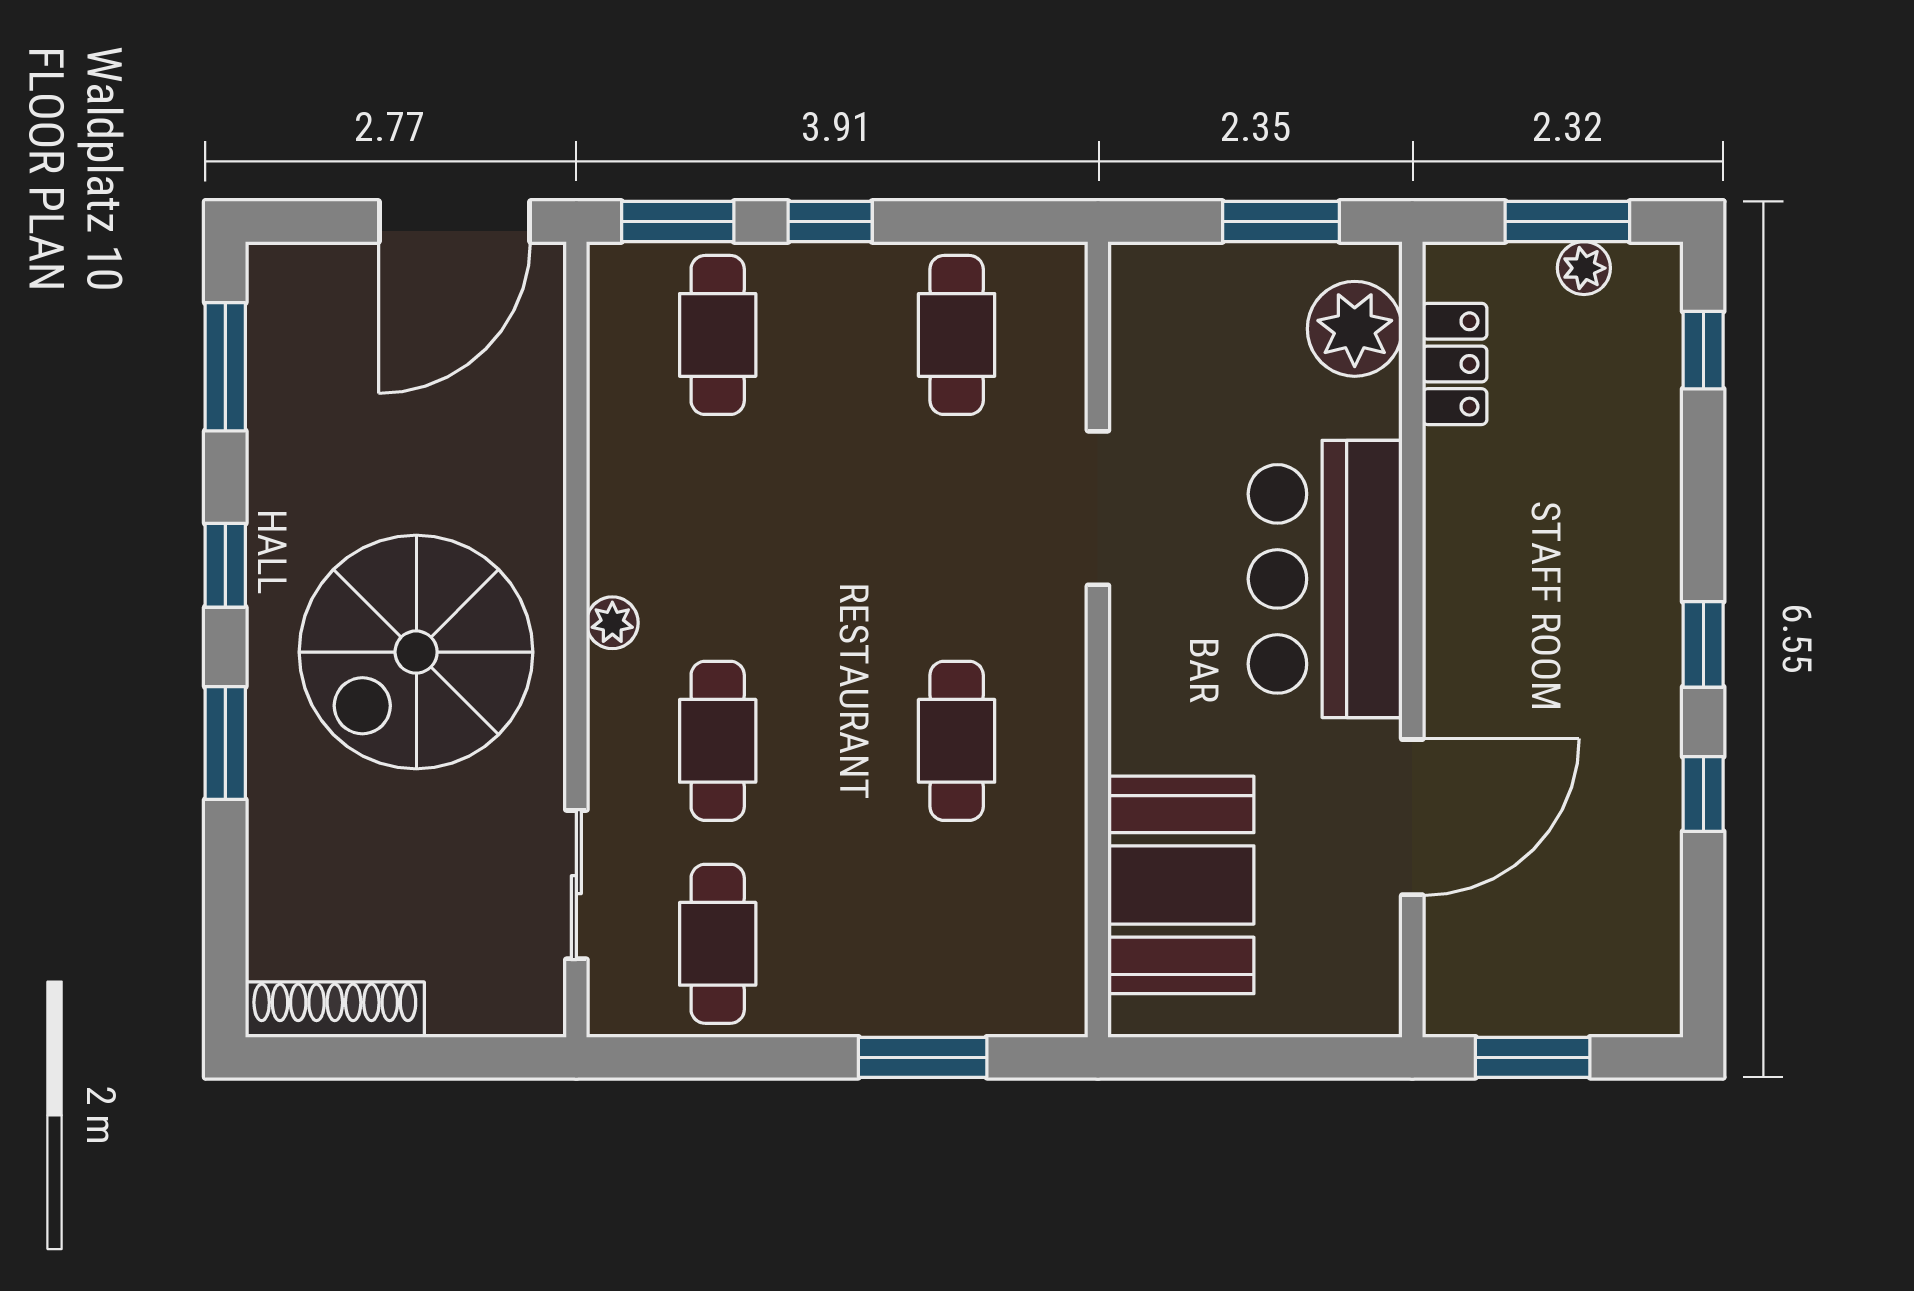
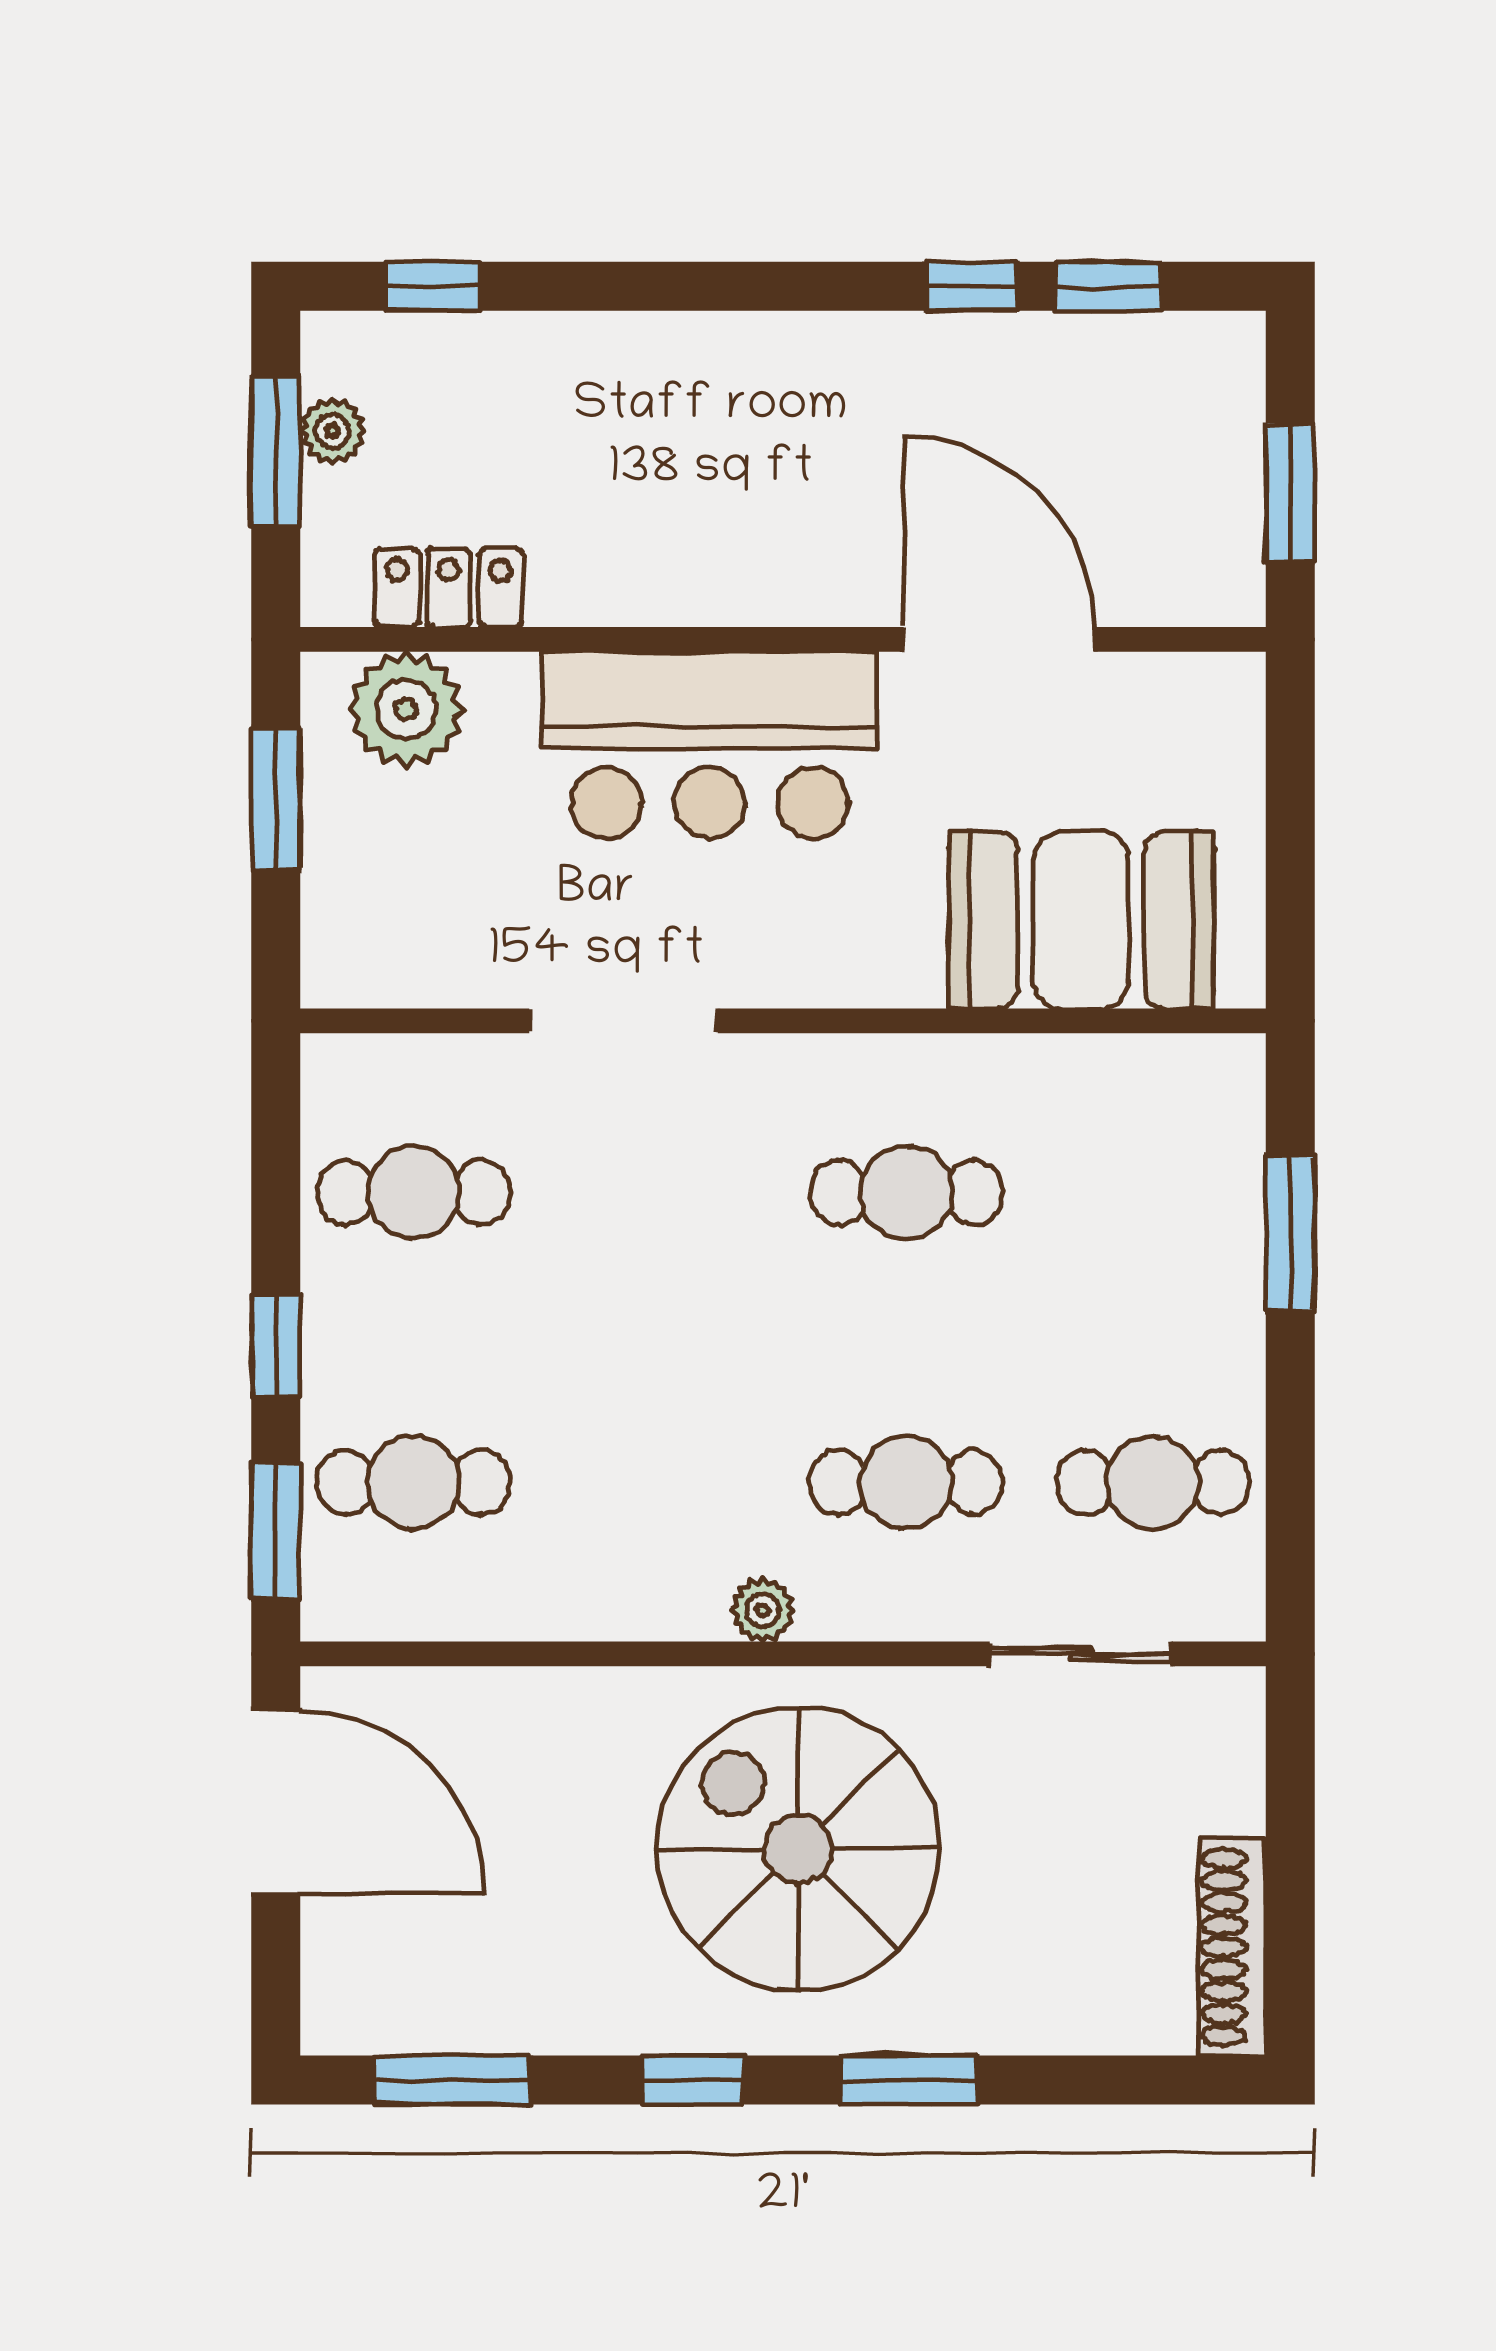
window: (1703, 644) -> (1109, 286), moved
spiral stairs: (416, 652) -> (798, 1849), turned 180

